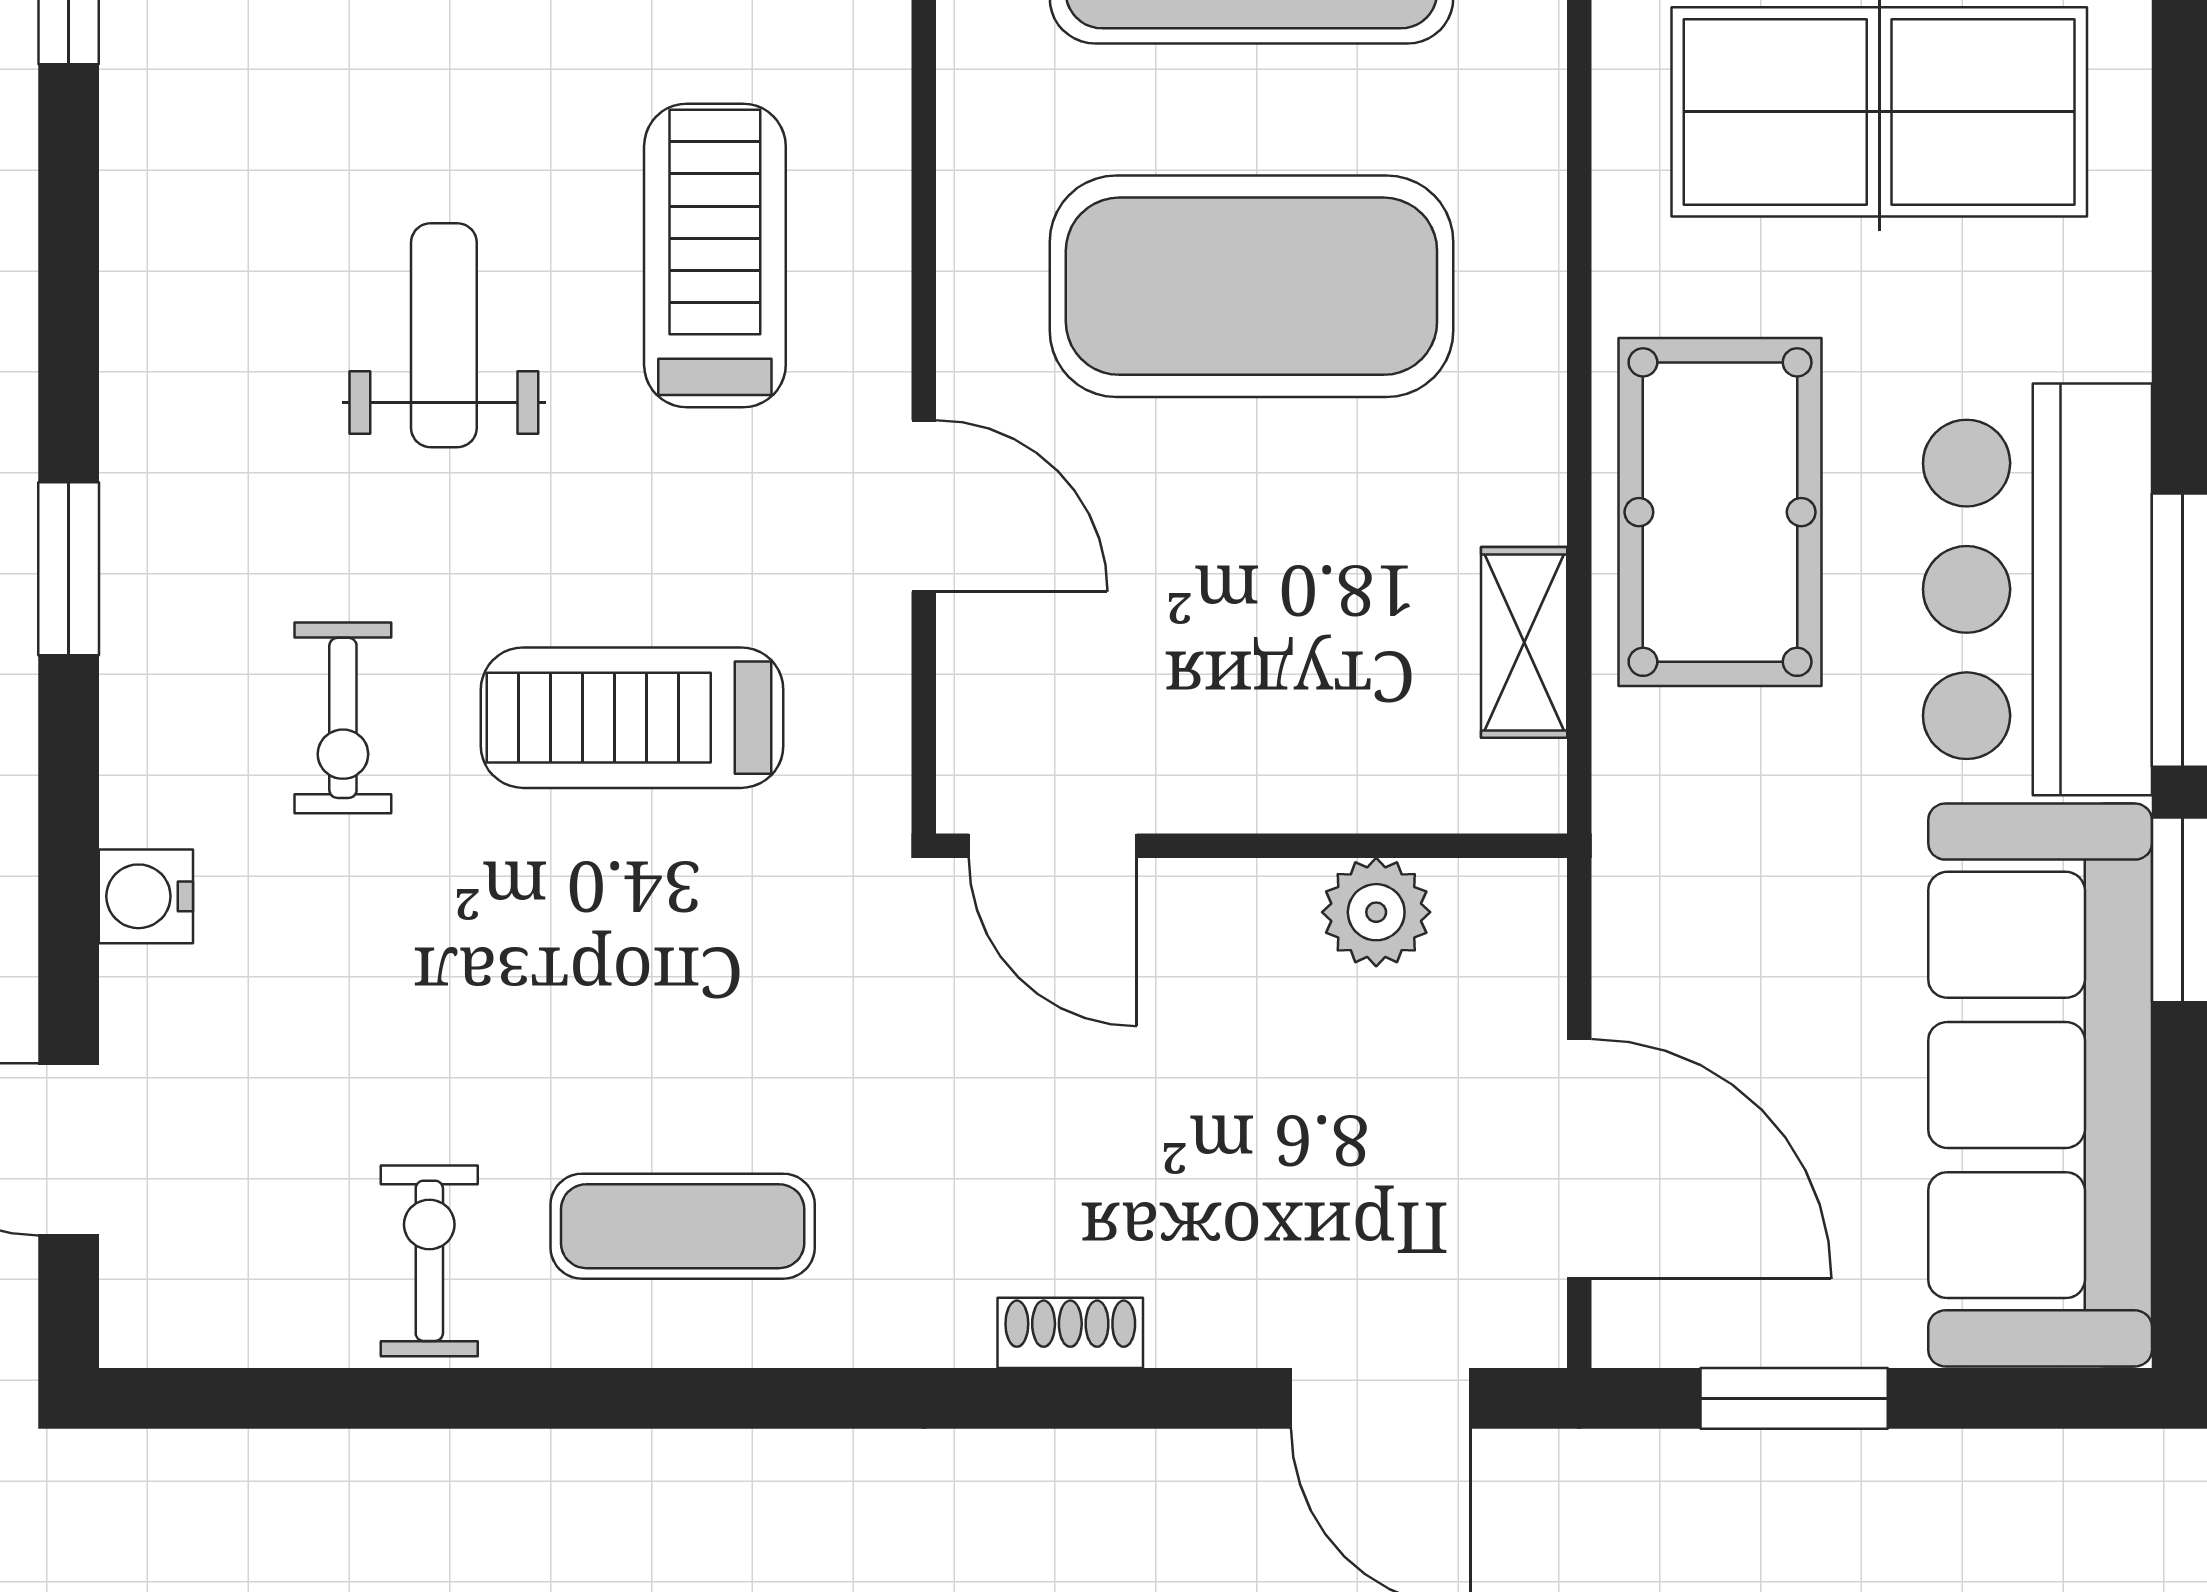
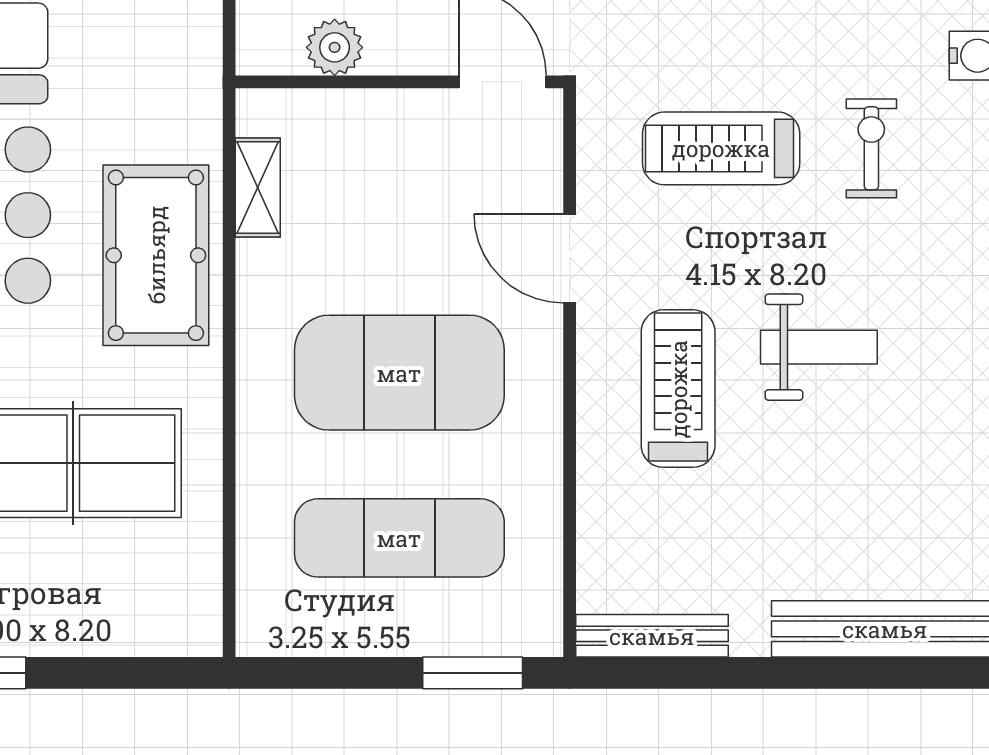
treadmill: (715, 255) -> (678, 389), turned 180
weight bench: (444, 335) -> (819, 347), turned -90
treadmill: (632, 718) -> (721, 148), turned 180

